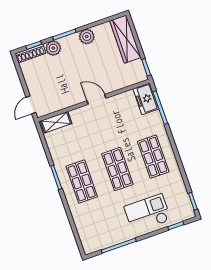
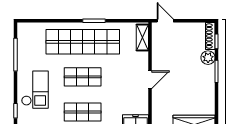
plant: (87, 37) -> (208, 90), removed
shop shelf: (82, 182) -> (83, 42), width x2.00, depth x1.36

